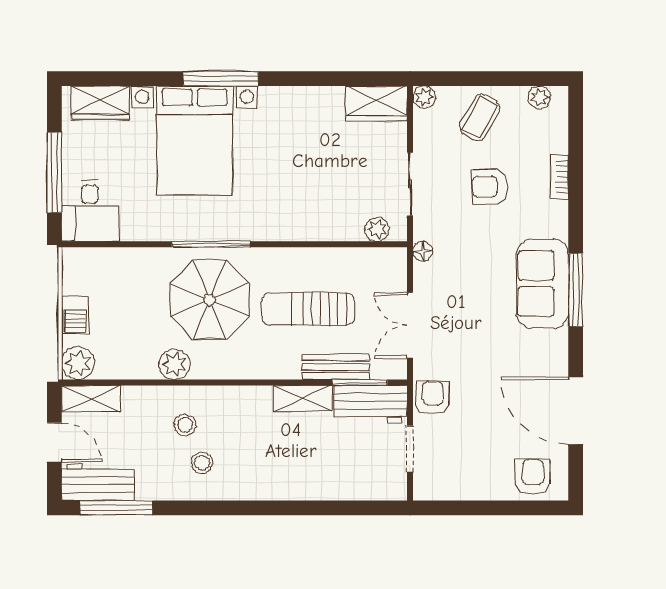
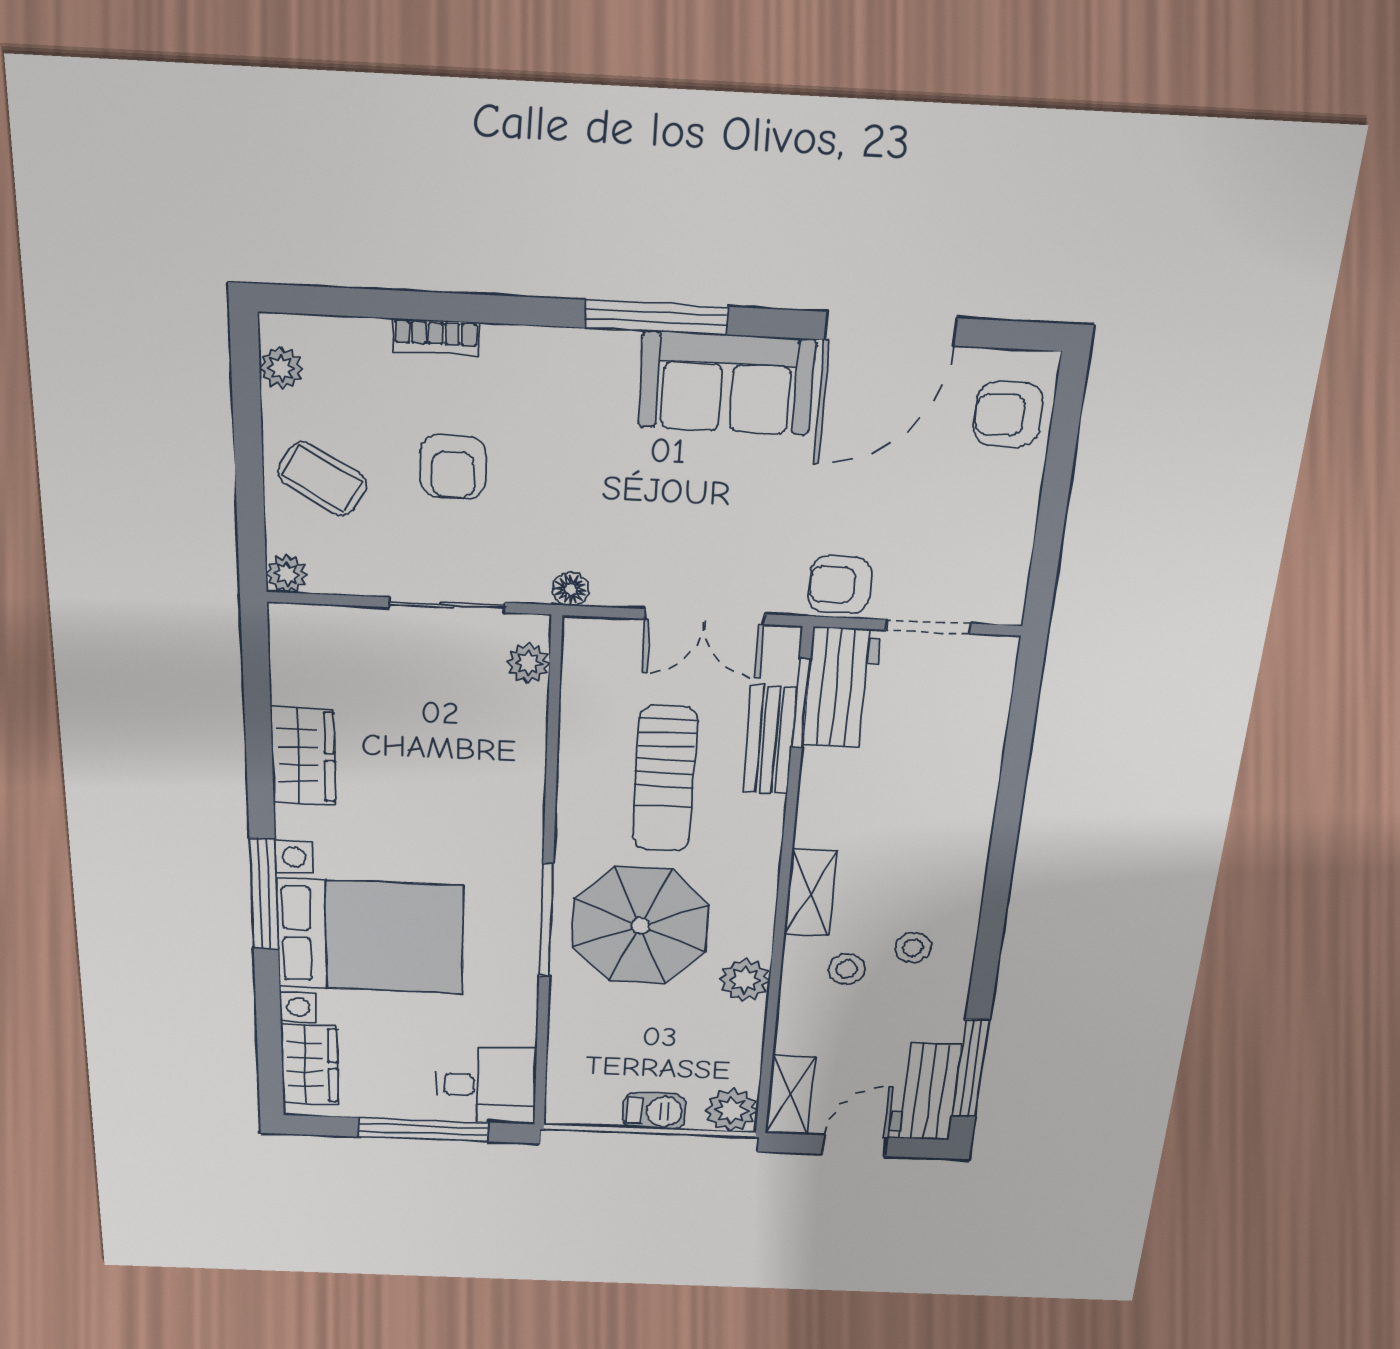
wardrobe: (377, 104) -> (303, 756), moved
sofa: (543, 284) -> (727, 383), moved
shelving: (303, 399) -> (810, 893), moved

